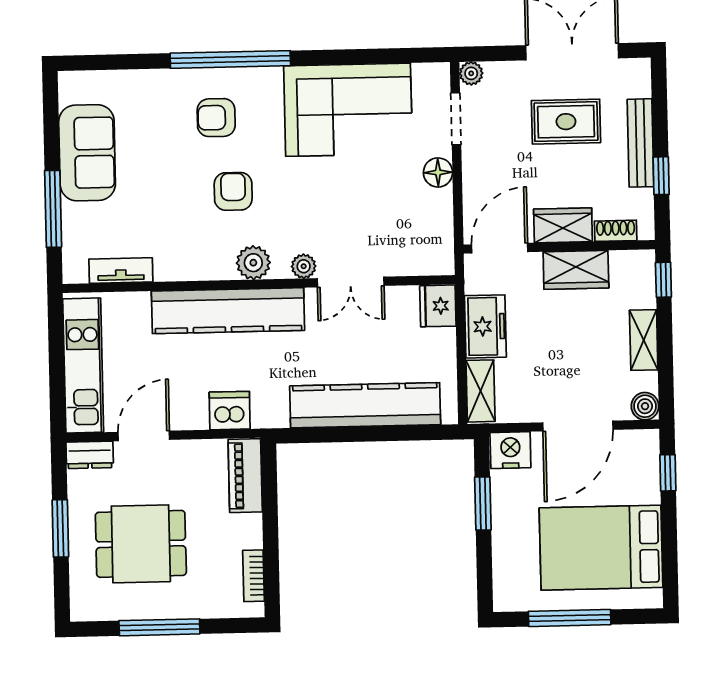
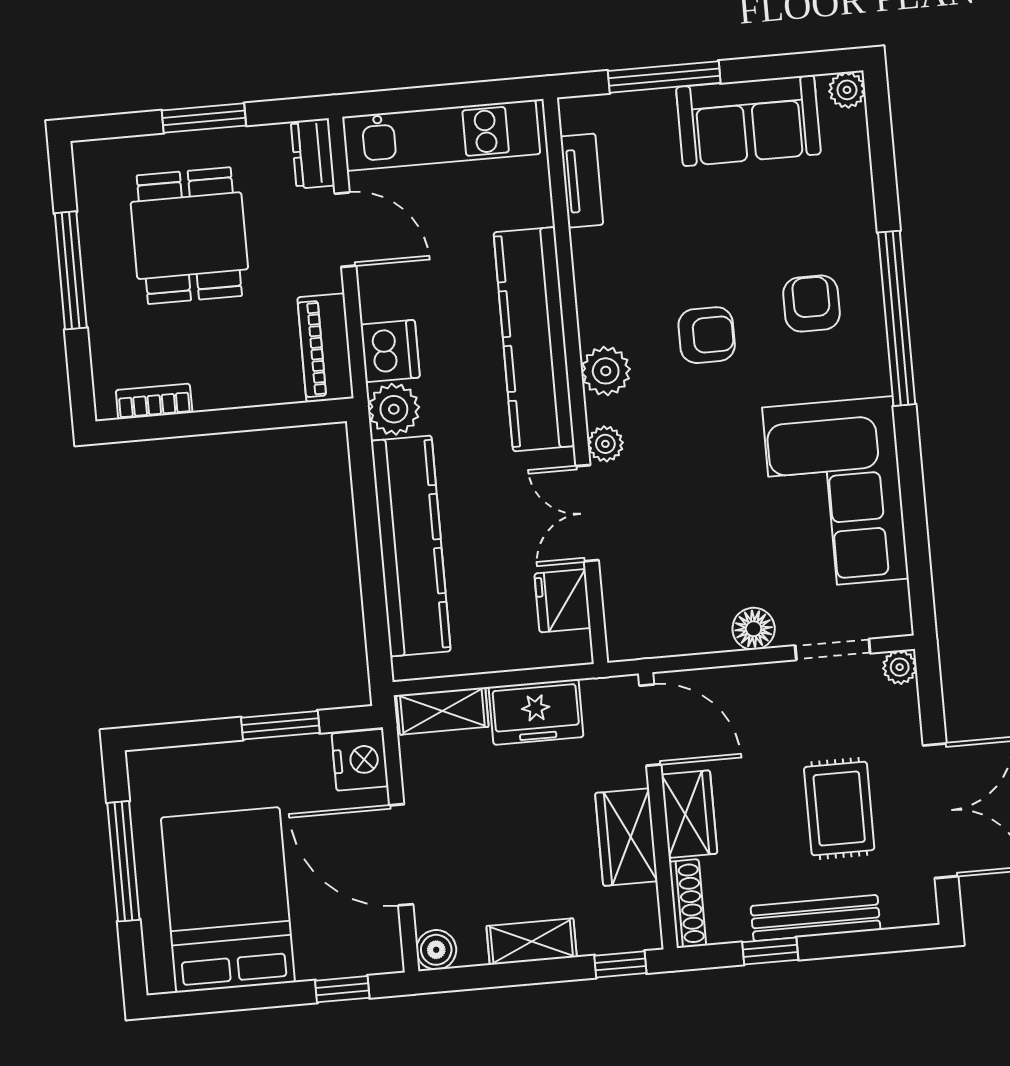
plant: (70, 83) -> (847, 90), added
shoe rack: (616, 231) -> (688, 904), width x1.43
fridge: (438, 306) -> (563, 601), moved, turned -90
plant: (270, 411) -> (394, 409), added
piano: (245, 476) -> (326, 348), moved, turned -90

